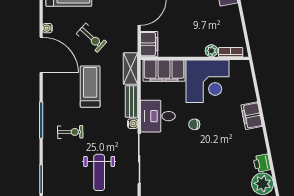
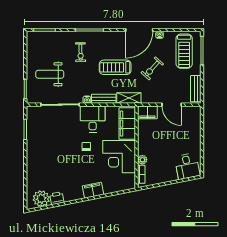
treadmill: (90, 87) -> (115, 67), turned 180

